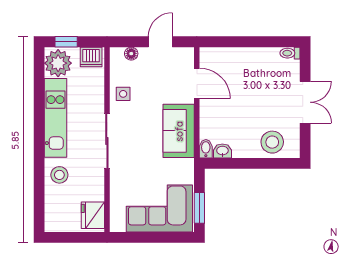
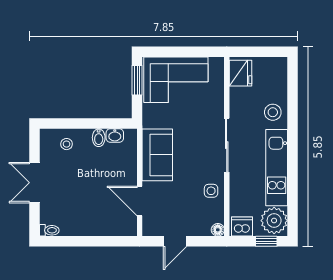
floor lamp: (131, 54) -> (218, 230), moved
stool: (272, 142) -> (67, 144), width x0.53, depth x0.53
bidet: (206, 149) -> (99, 138), moved

